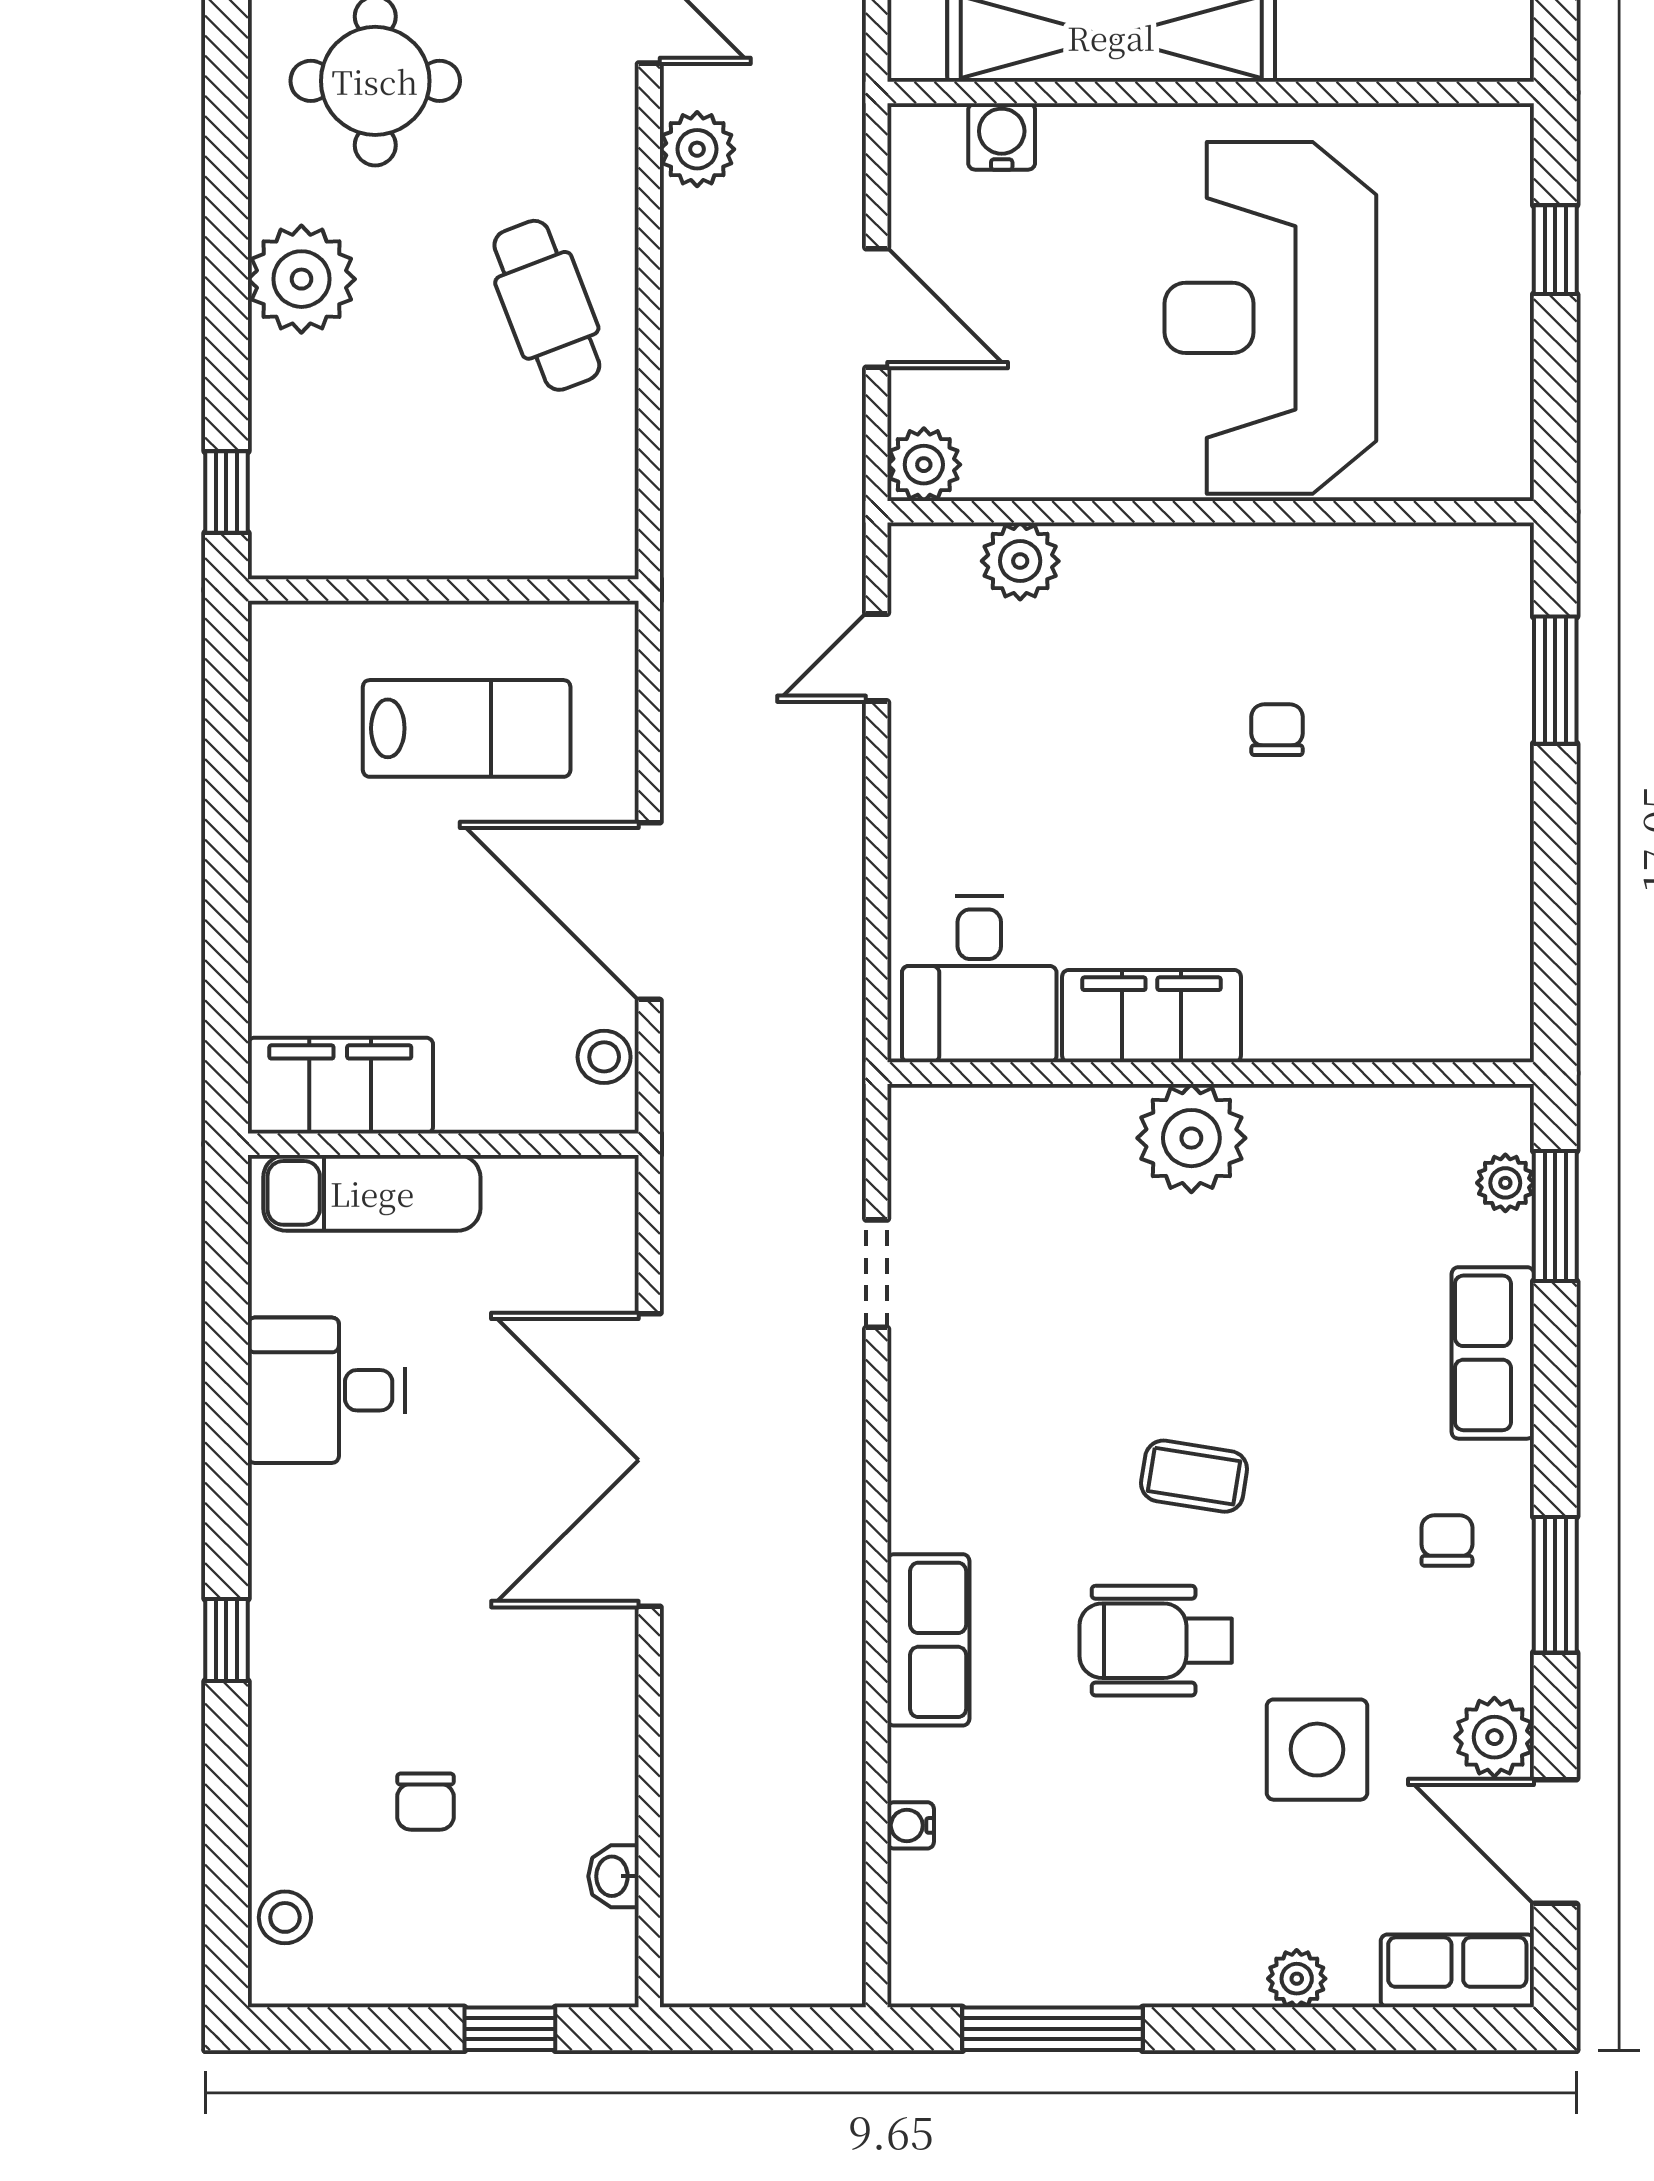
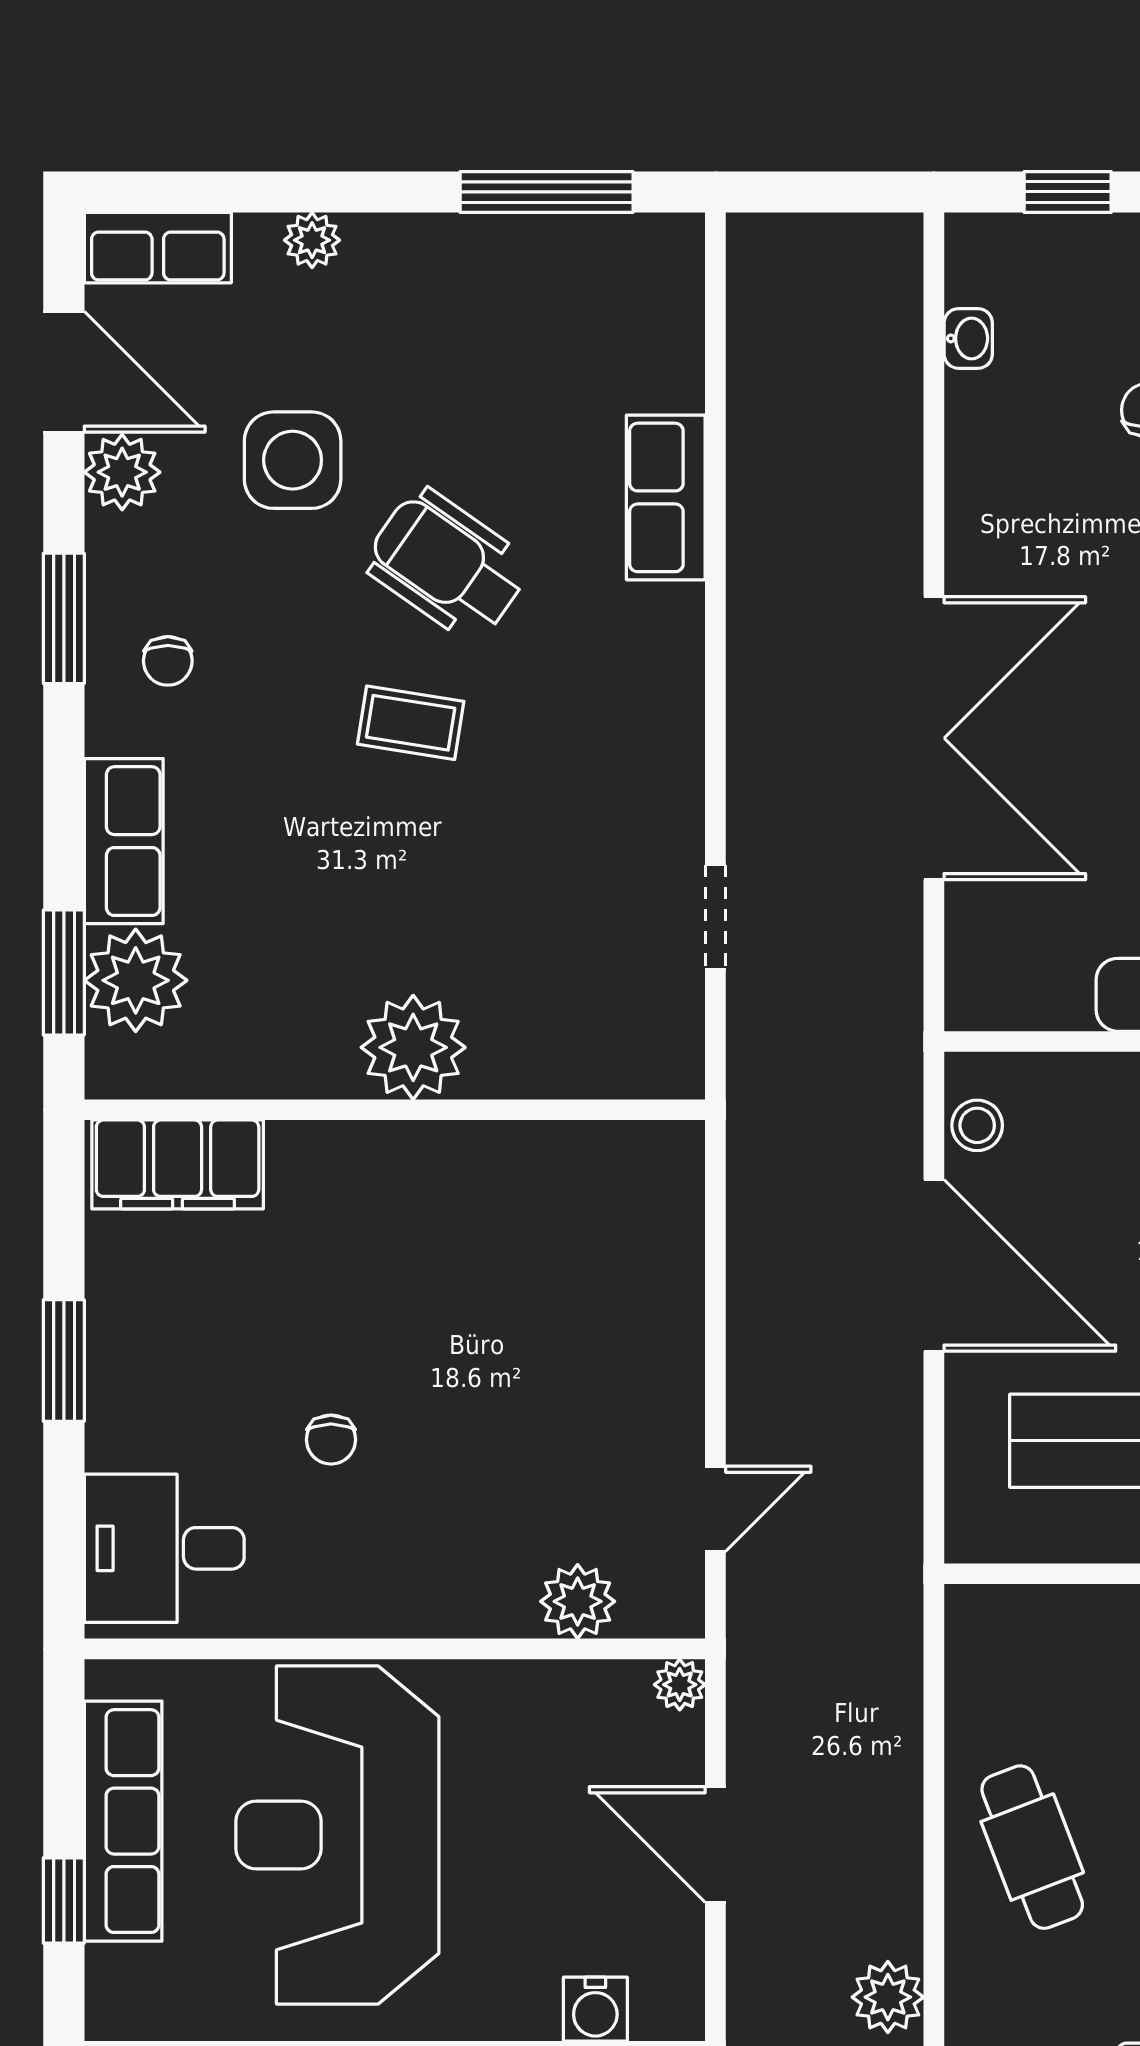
reception desk: (1270, 318) -> (337, 1835), turned 180
row of seats: (1493, 332) -> (123, 1821), added
plant: (924, 465) -> (680, 1685), width x0.73, depth x0.73
window: (1555, 680) -> (64, 1361), moved
desk: (979, 979) -> (164, 1548), moved, turned -90
filing cabinet: (1151, 1016) -> (178, 1164), moved
plant: (1505, 1183) -> (136, 980), width x1.88, depth x1.88
row of seats: (928, 1640) -> (666, 497), moved
wheelchair: (1156, 1641) -> (447, 565), turned -145
water cooler: (911, 1825) -> (683, 387), removed

